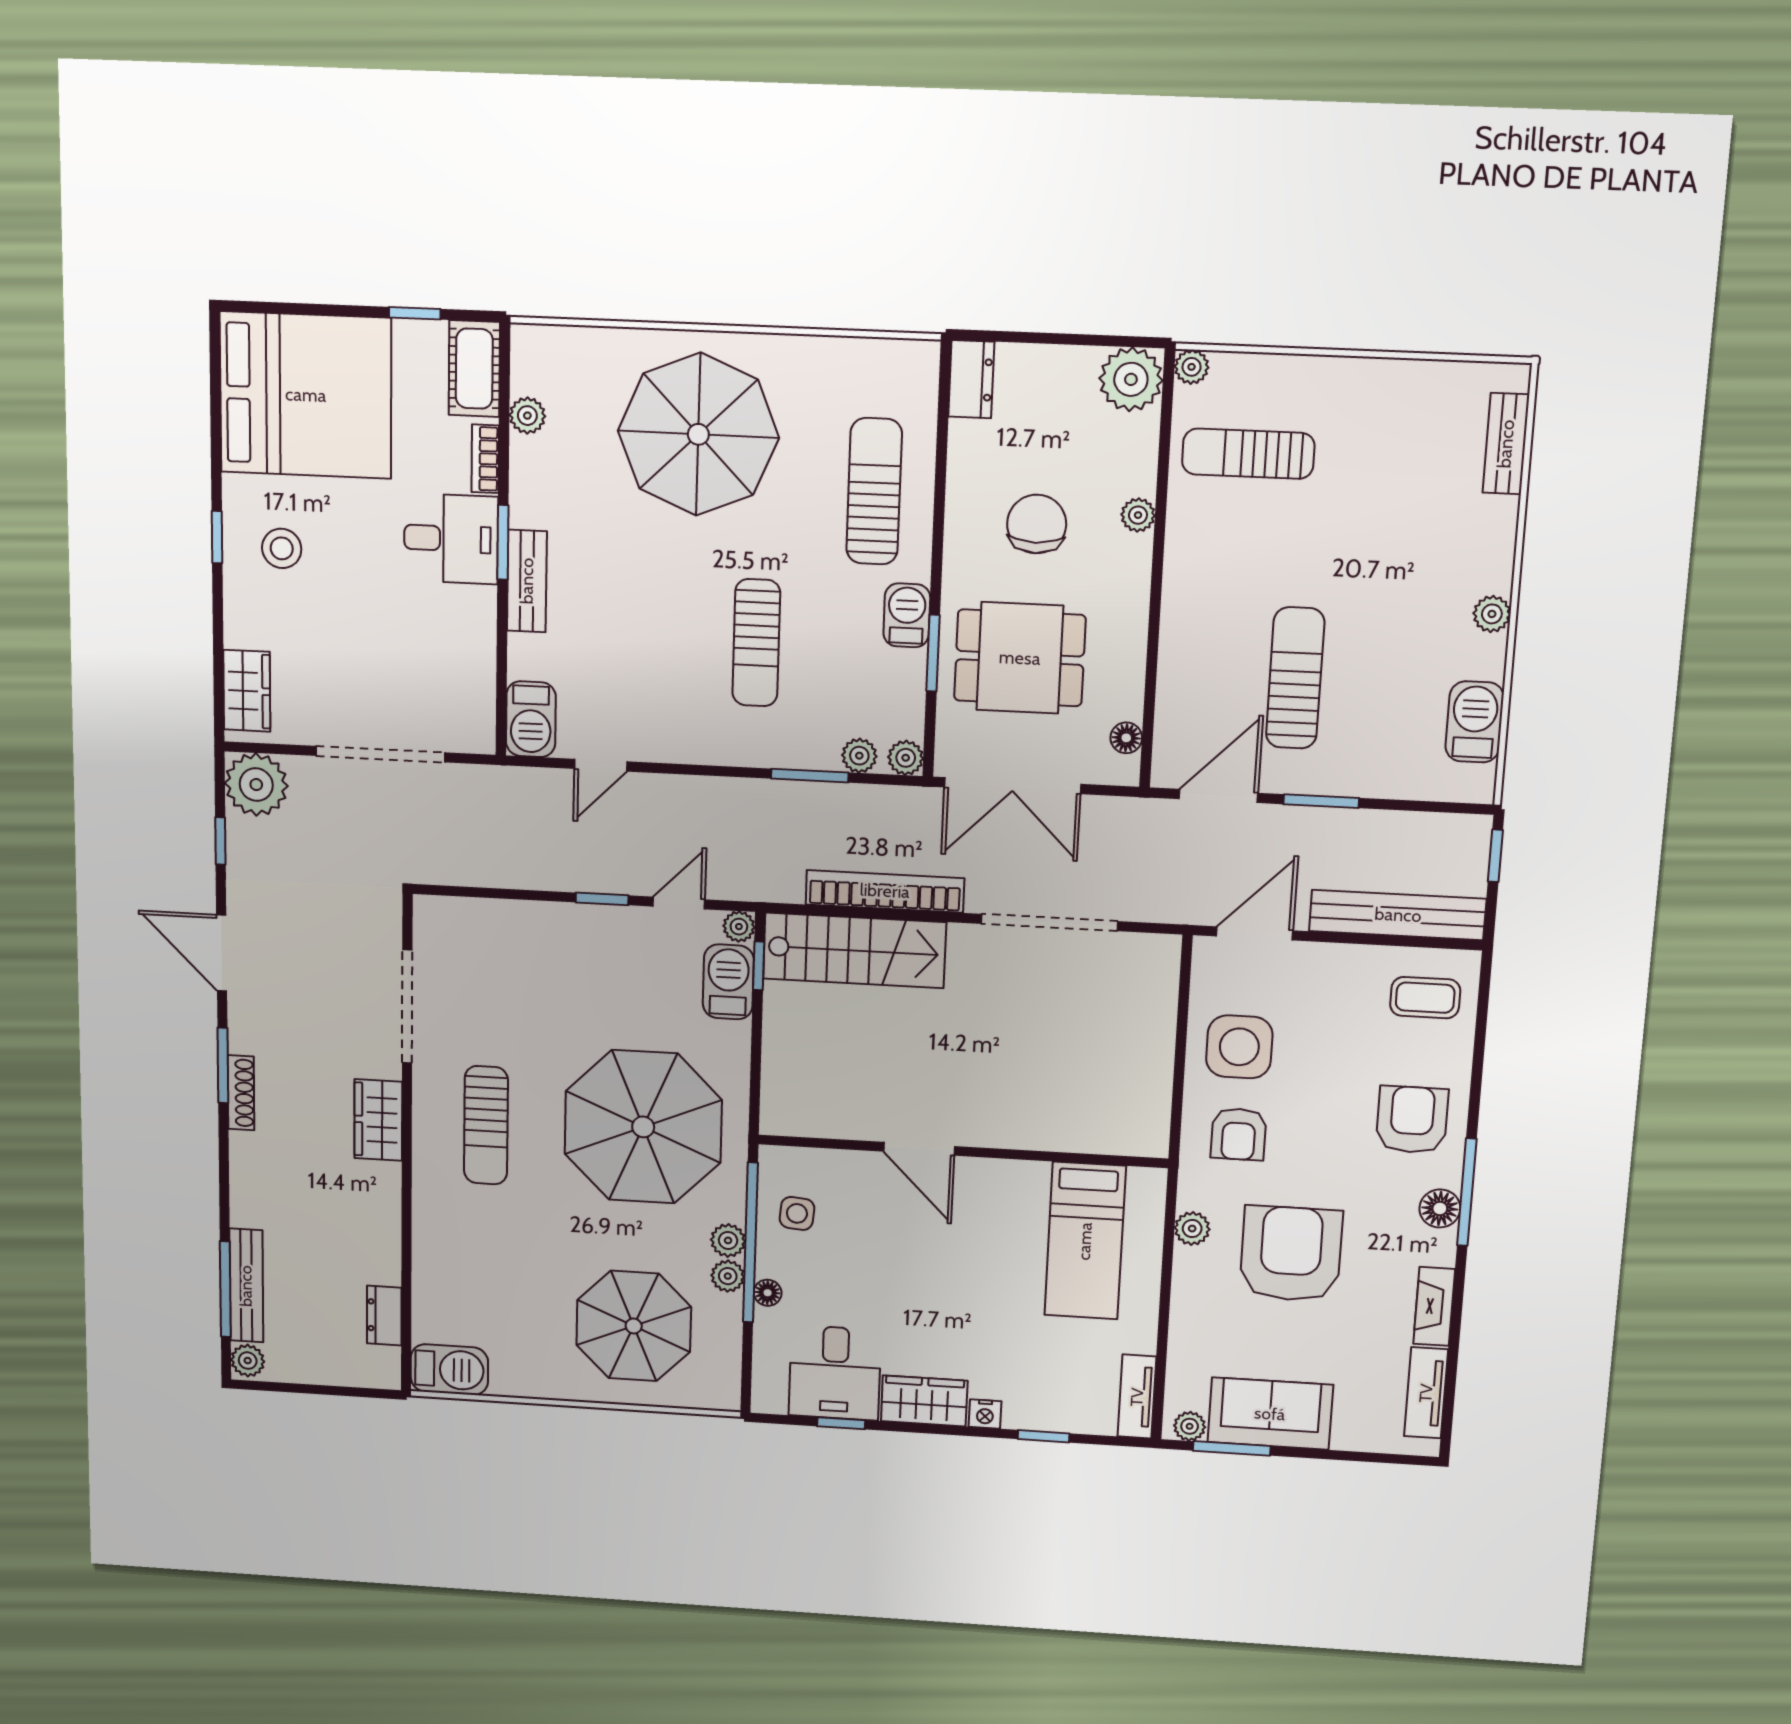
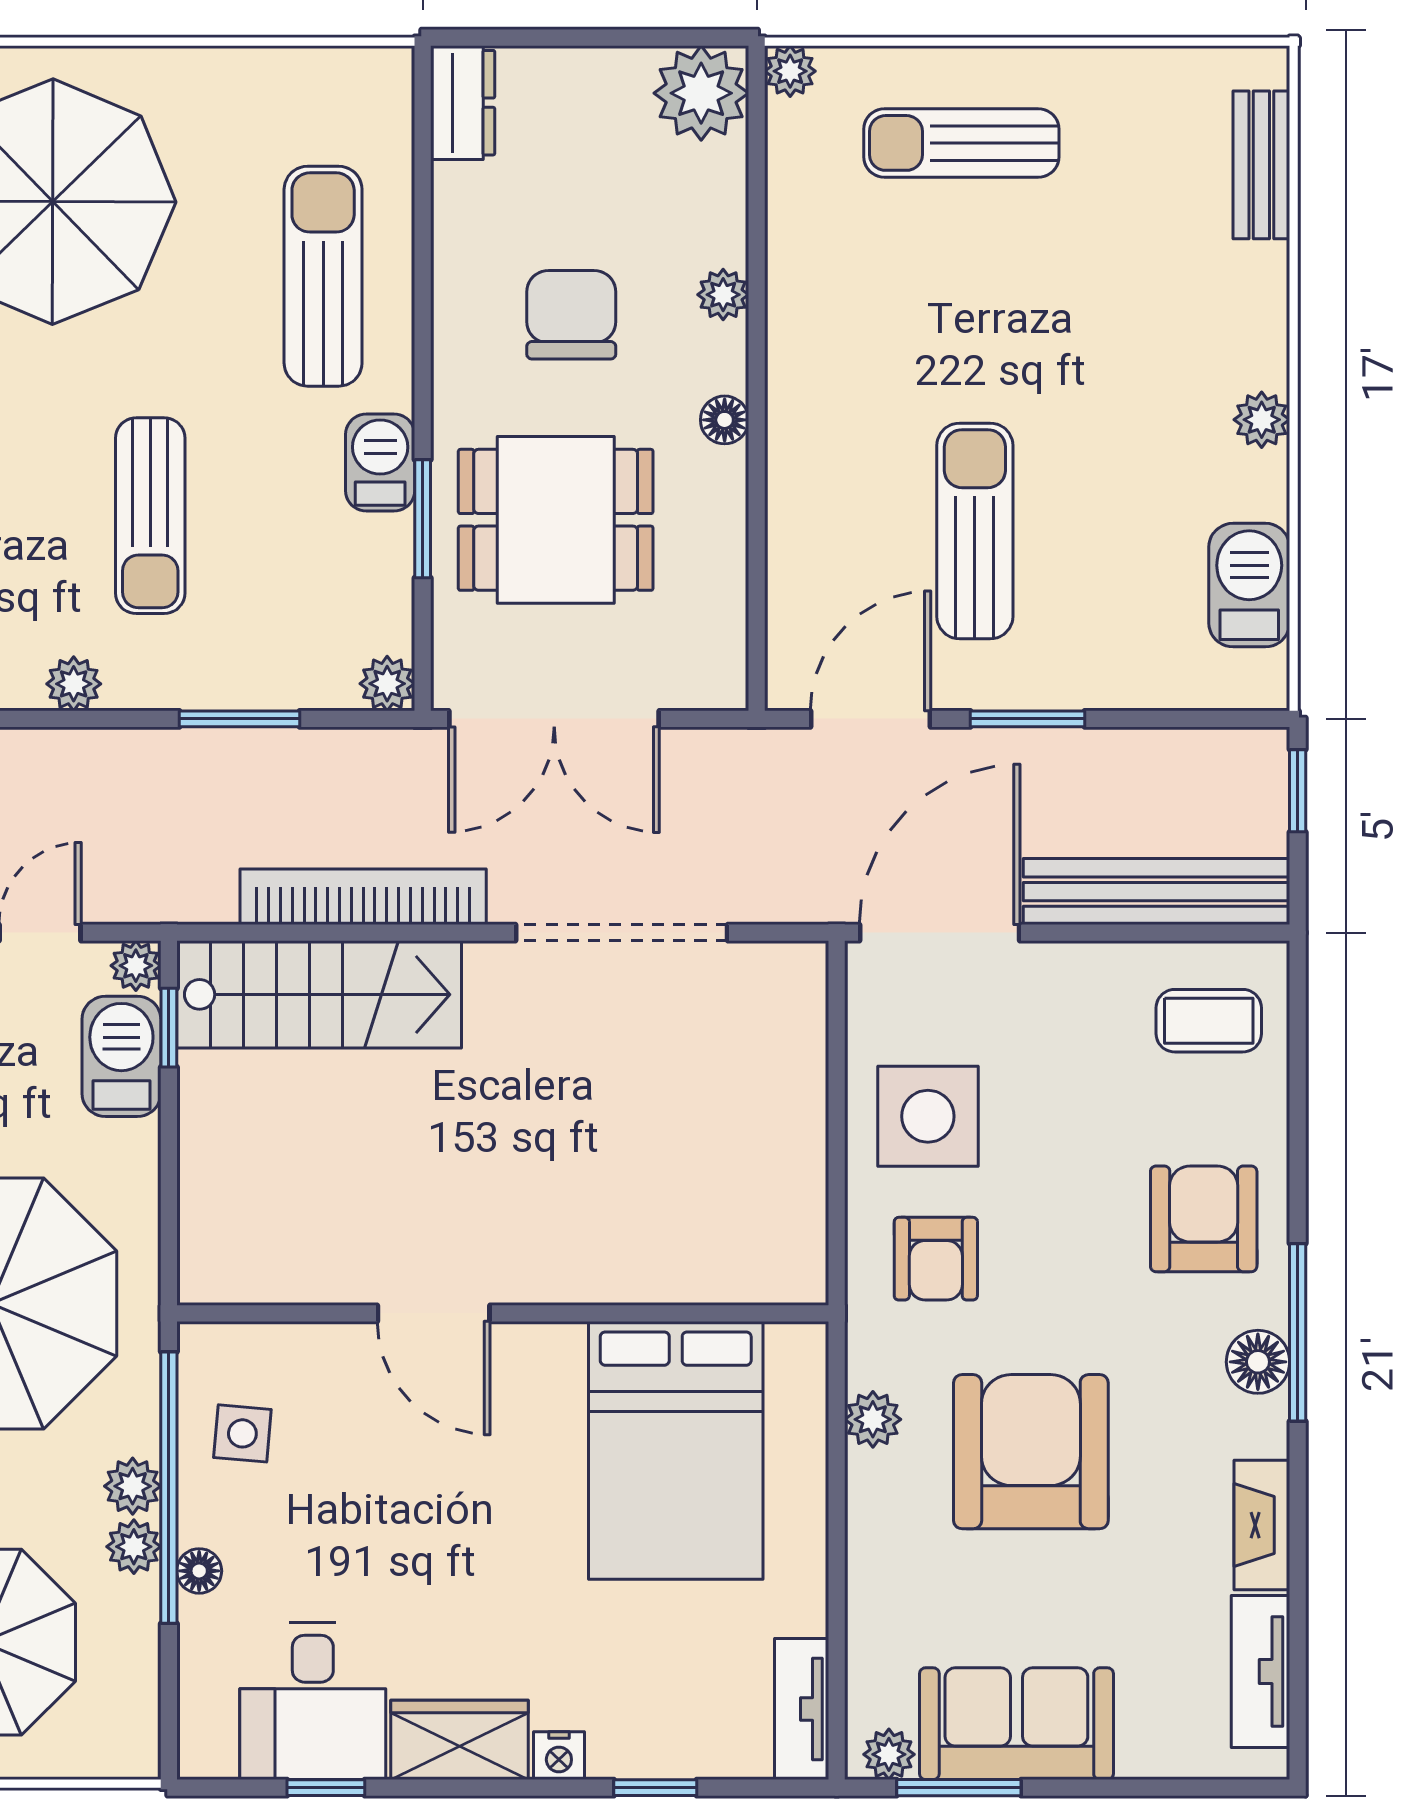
sun lounger: (1248, 454) -> (961, 143), moved
floor lamp: (1126, 738) -> (725, 420), moved
plant: (859, 756) -> (74, 684), moved
door: (1255, 933) -> (940, 933), width x1.36
bed: (1085, 1241) -> (676, 1450), width x1.50

